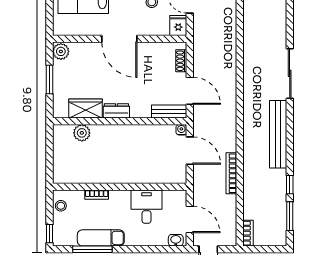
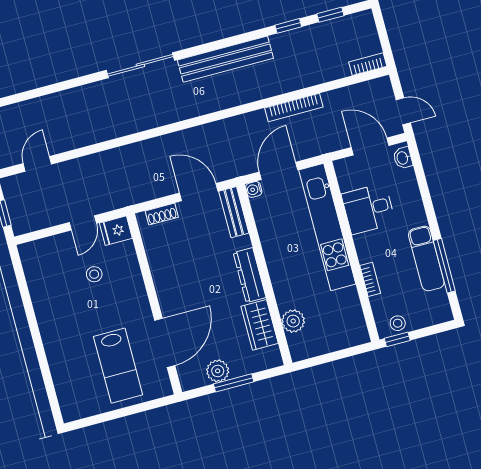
door: (119, 39) -> (165, 343), moved
plant: (61, 51) -> (218, 371), moved
door: (190, 91) -> (199, 192), hinge flipped
dresser: (116, 111) -> (250, 275), width x1.44
kitchen unit: (141, 174) -> (327, 227), added
window: (290, 216) -> (330, 15), width x0.67
door: (190, 219) -> (370, 146), hinge flipped
window: (50, 234) -> (397, 339), moved

